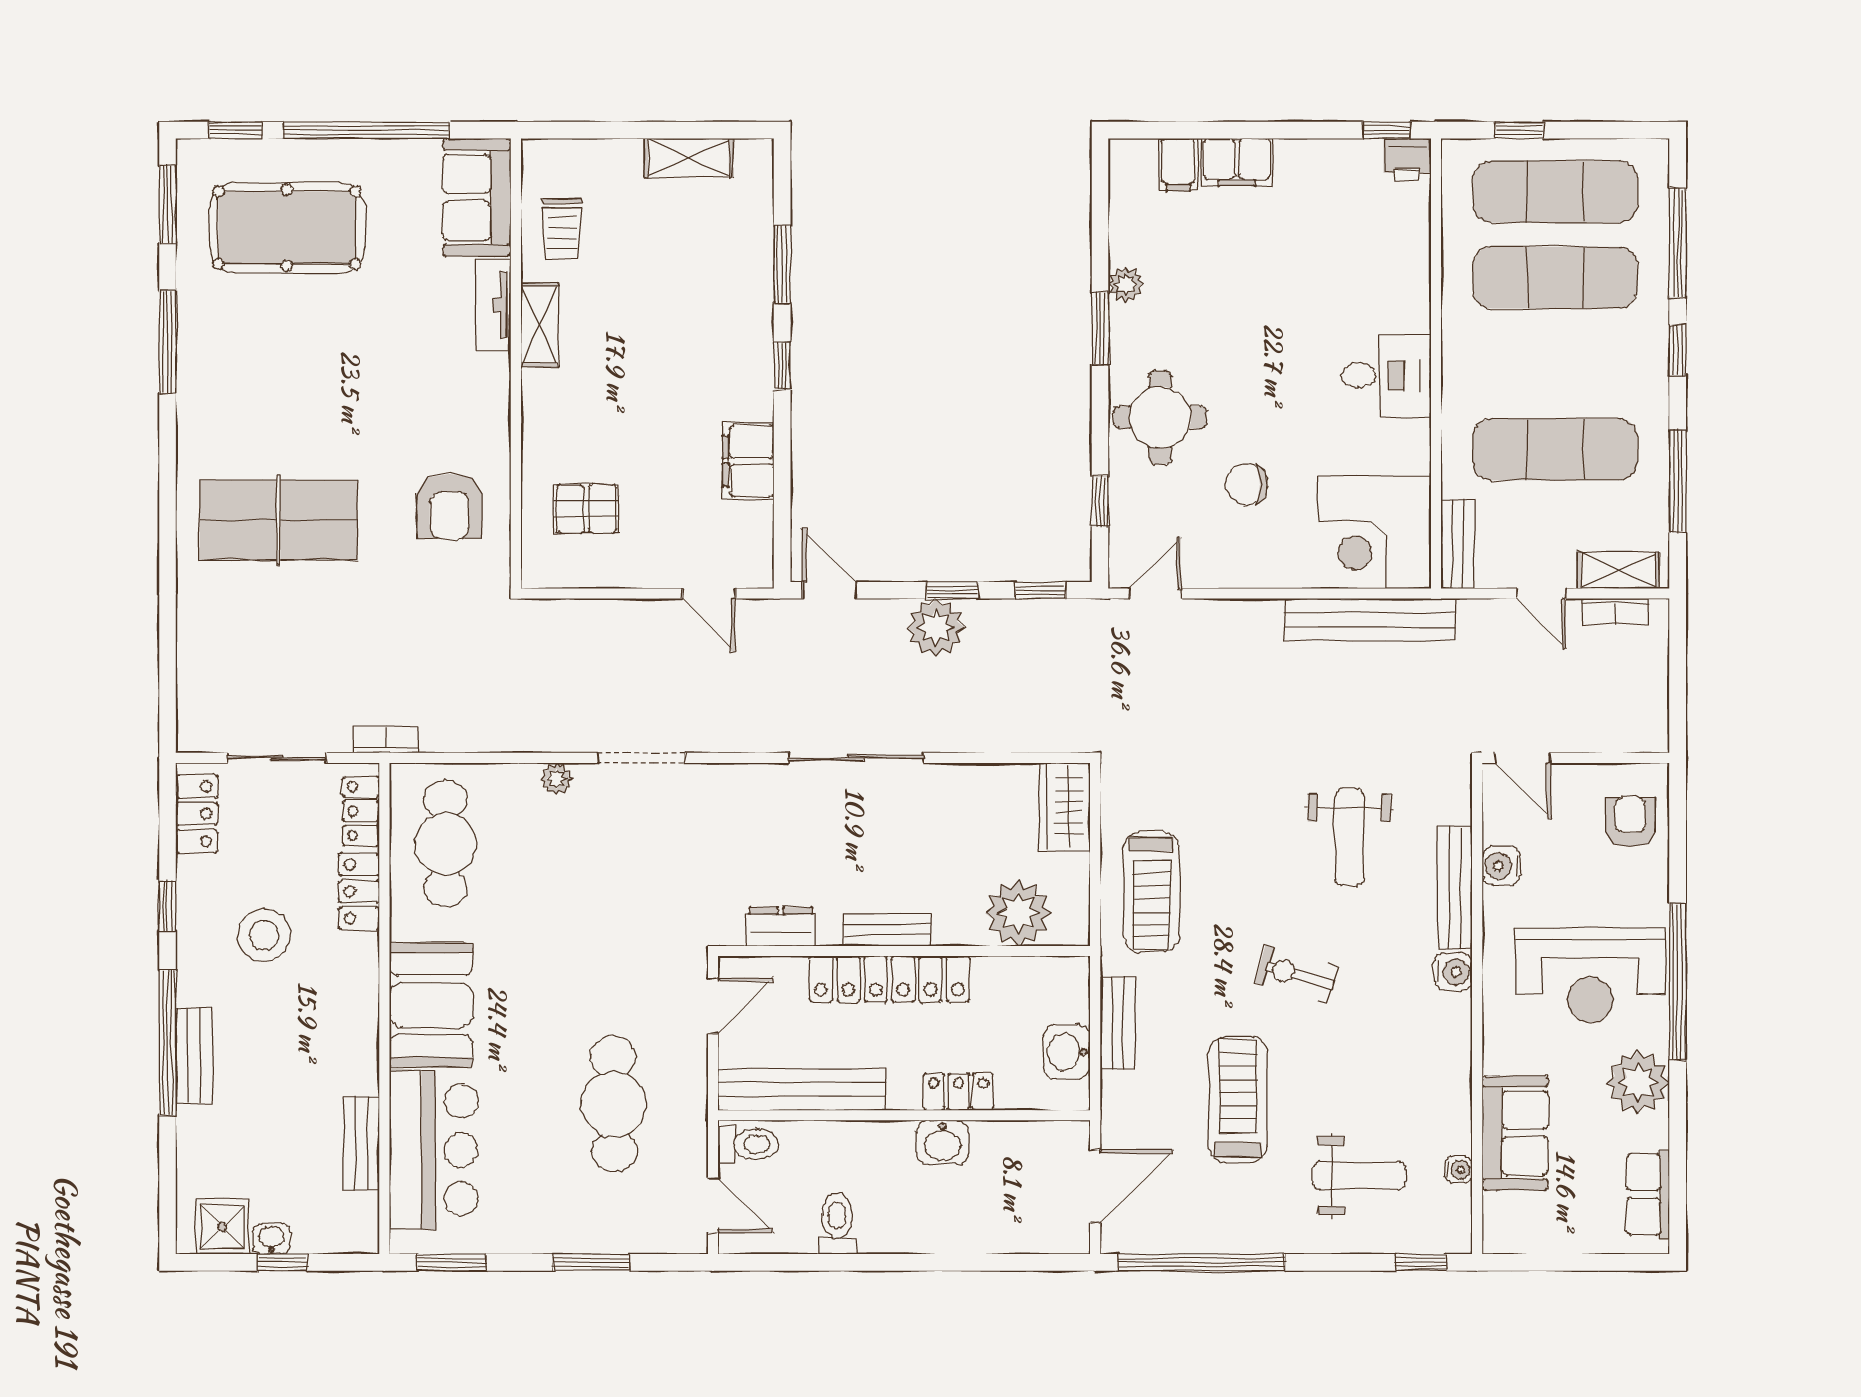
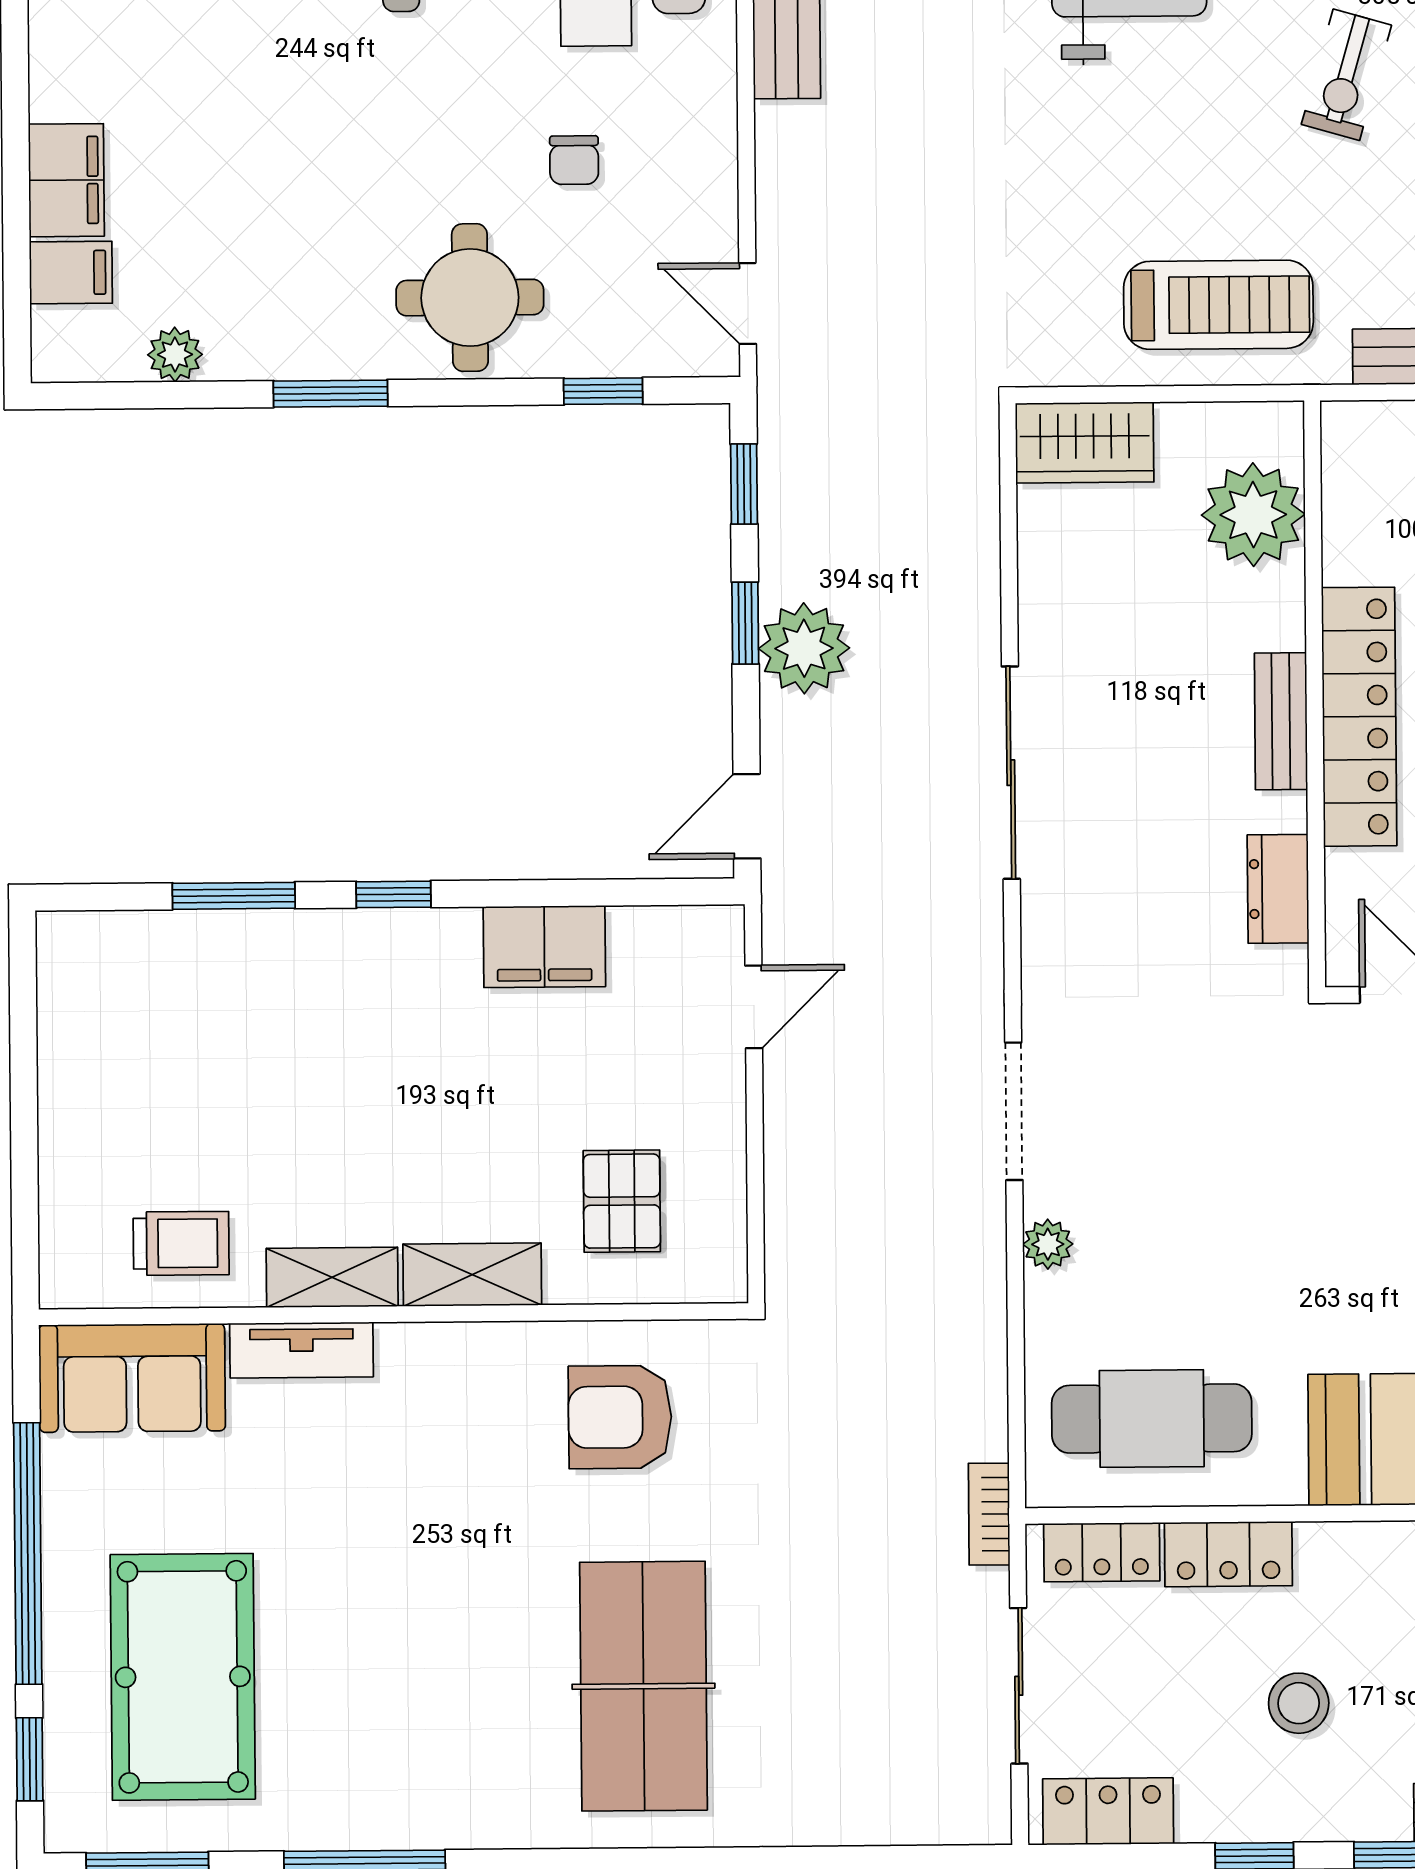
shelving: (688, 158) -> (472, 1275), moved, turned 90
plant: (1126, 284) -> (175, 355), moved
chair: (1247, 484) -> (574, 160), width x0.73, depth x0.73
armchair: (449, 506) -> (620, 1417), turned 180
stool: (264, 935) -> (1299, 1703), width x0.73, depth x0.73

